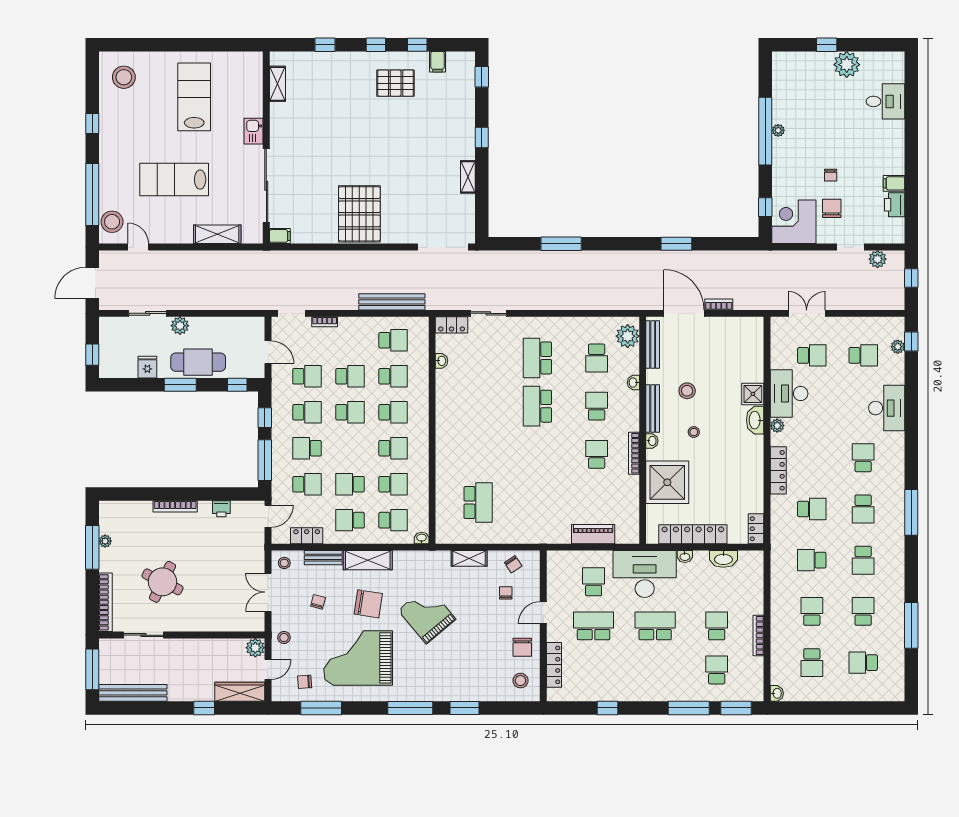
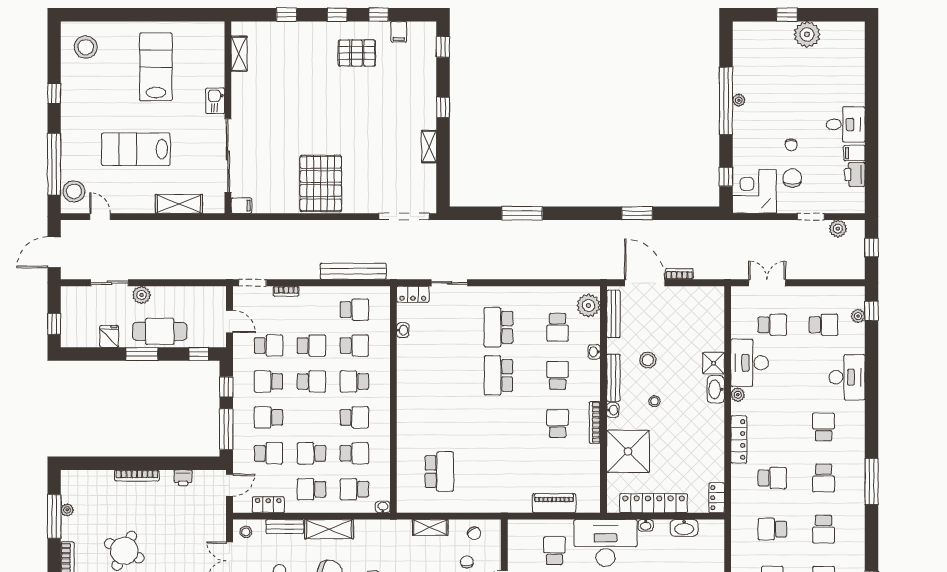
desk: (885, 101) -> (846, 124), moved
school desk: (307, 412) -> (269, 381), turned 180
school desk: (393, 412) -> (354, 381), turned 180
school desk: (393, 520) -> (354, 489), turned 180

